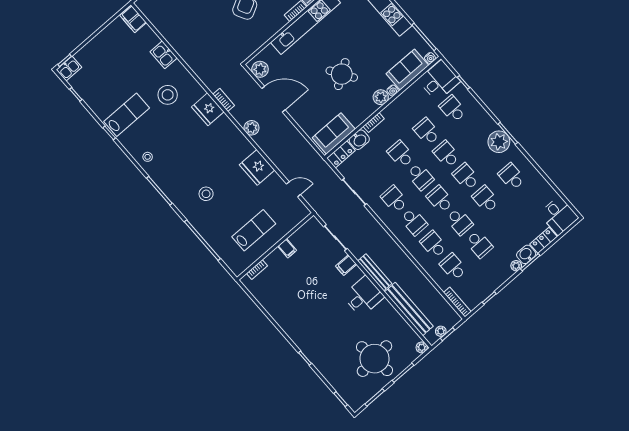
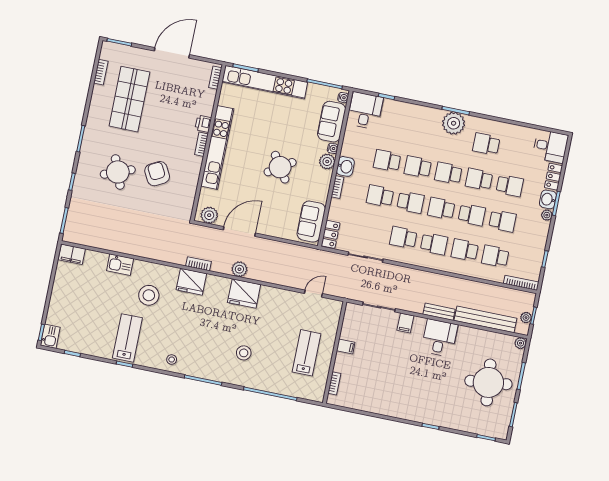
school desk: (453, 109) -> (510, 186), moved, turned 180
washbasin: (359, 140) -> (345, 166), moved
fridge: (257, 167) -> (244, 293), moved
bench: (375, 272) -> (439, 312), width x0.73

